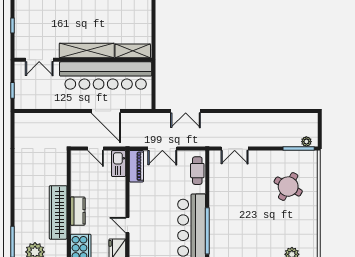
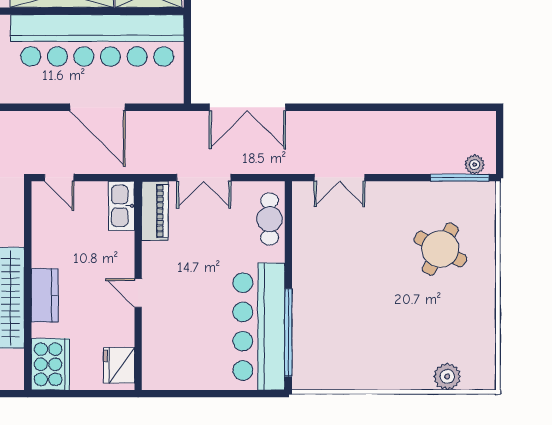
double door: (186, 111) -> (247, 107), width x1.37
door: (96, 149) -> (59, 178), moved
door: (127, 225) -> (138, 293), moved

